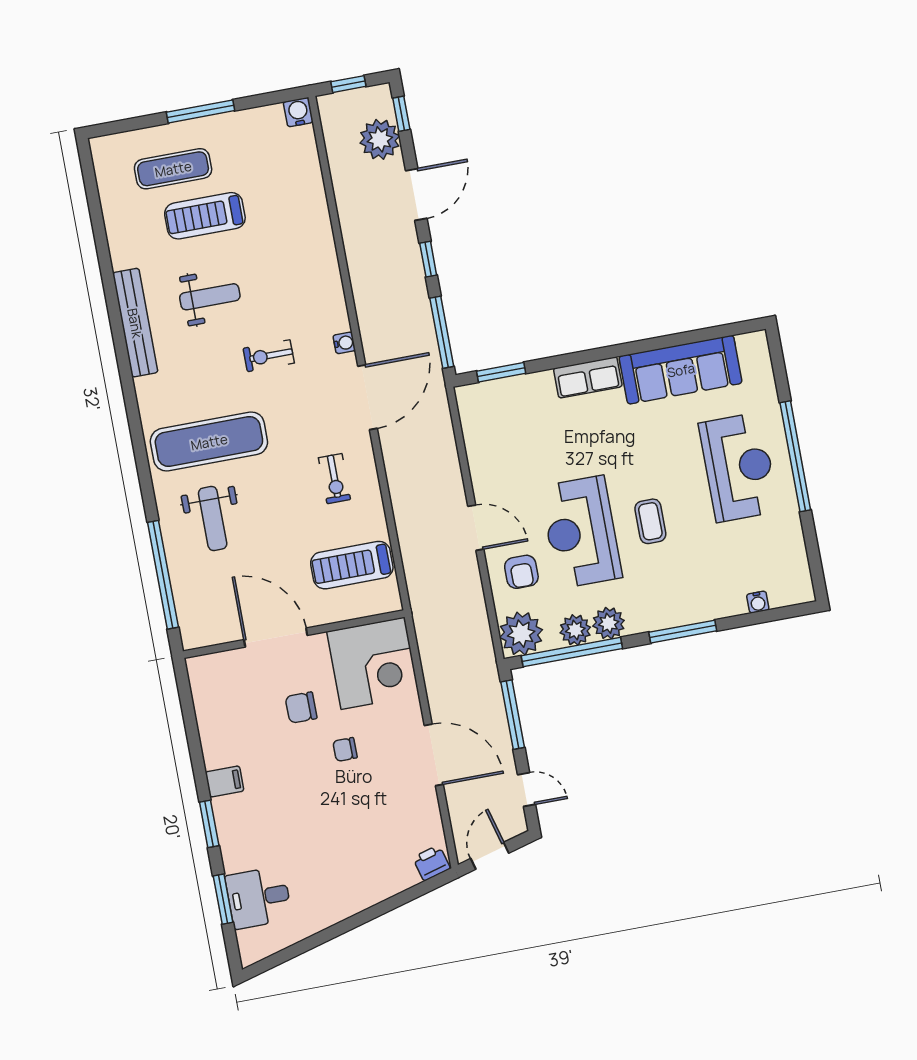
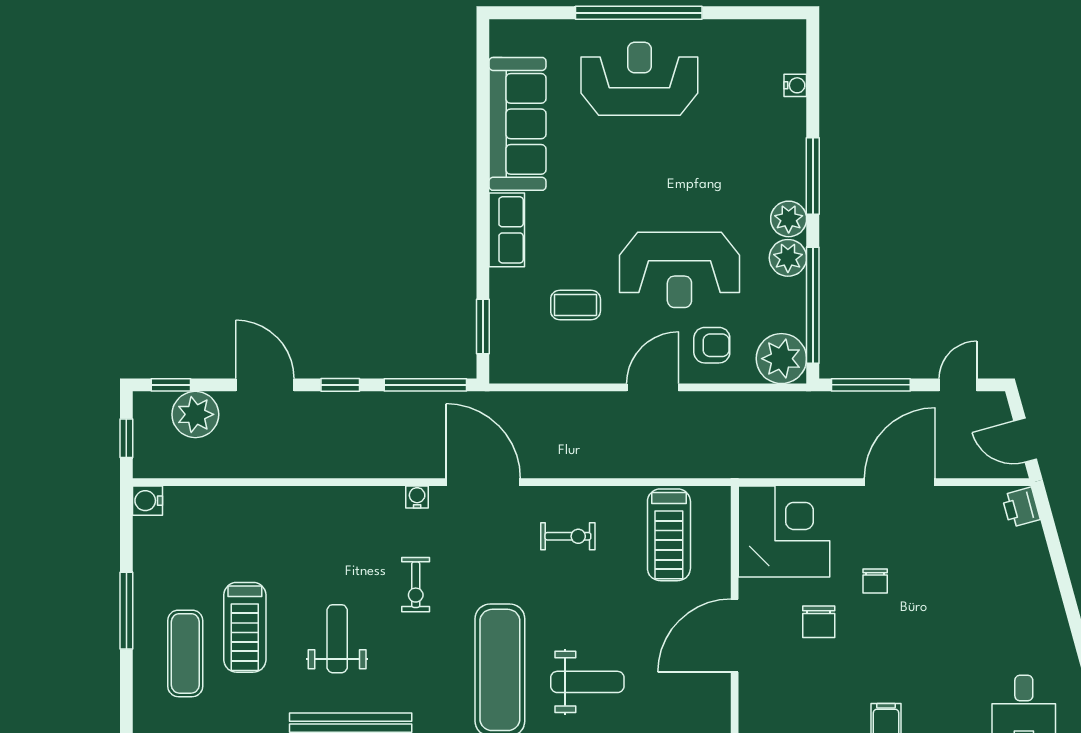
coffee table: (650, 521) -> (576, 305), moved
plant: (575, 630) -> (789, 219), moved

